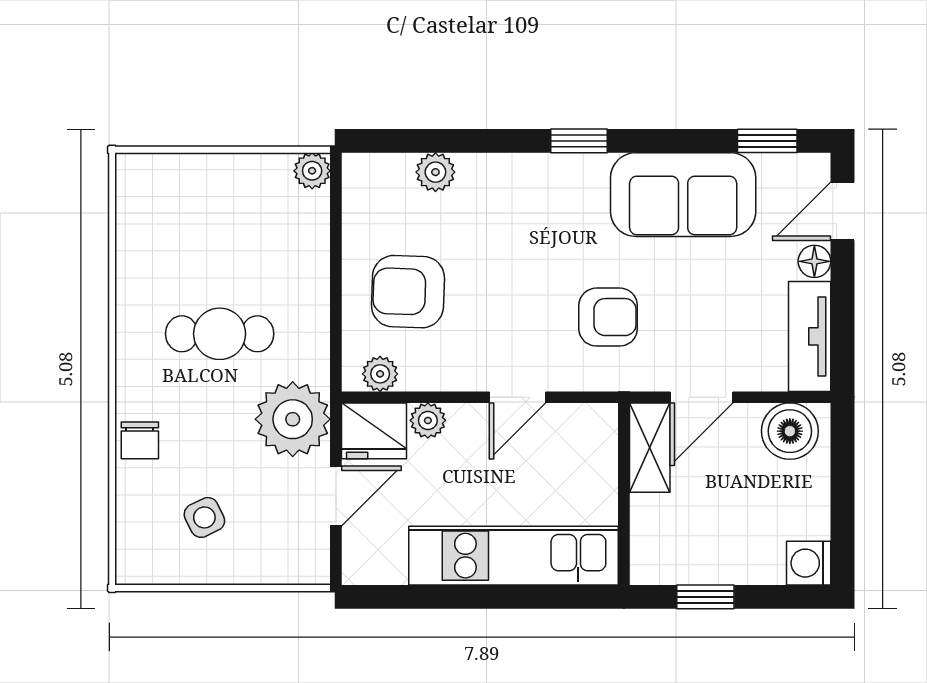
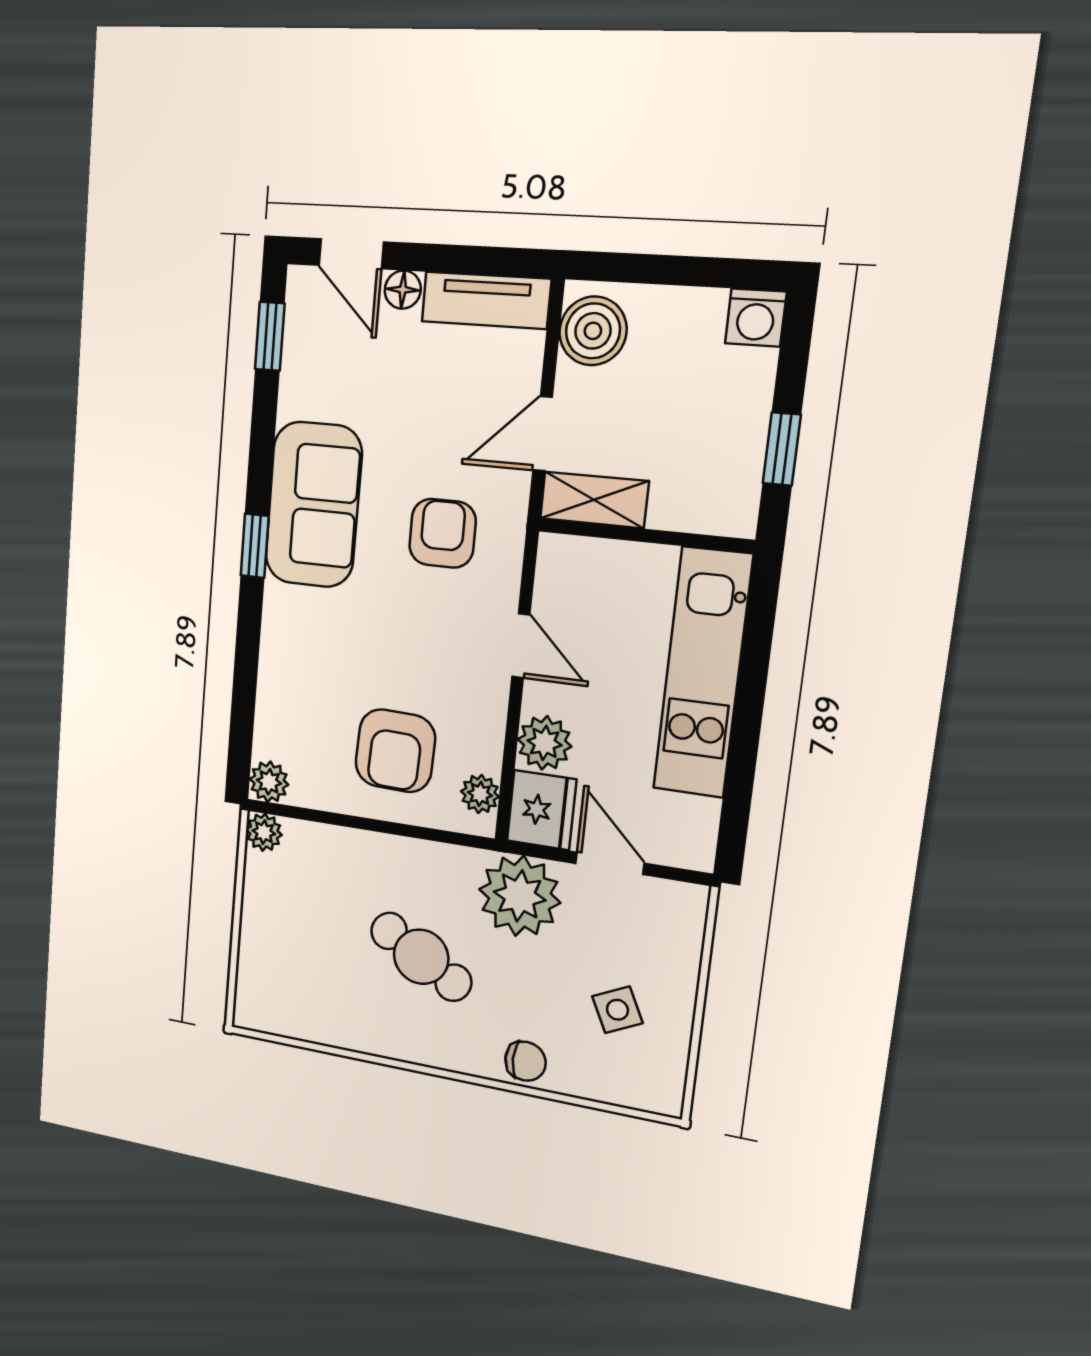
plant: (435, 172) -> (269, 782), moved
sofa: (683, 195) -> (313, 505), moved
cafe table: (220, 334) -> (421, 957), turned -60
door: (701, 397) -> (542, 434), swing flipped
plant: (428, 420) -> (545, 743), width x1.38, depth x1.38

